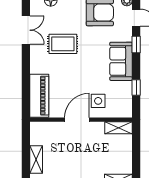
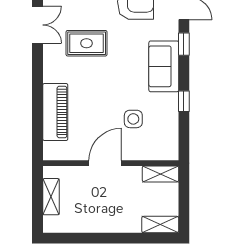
door: (77, 120) -> (105, 163), moved
wall: (81, 120) -> (111, 163), moved
shelving: (119, 128) -> (160, 174), moved

